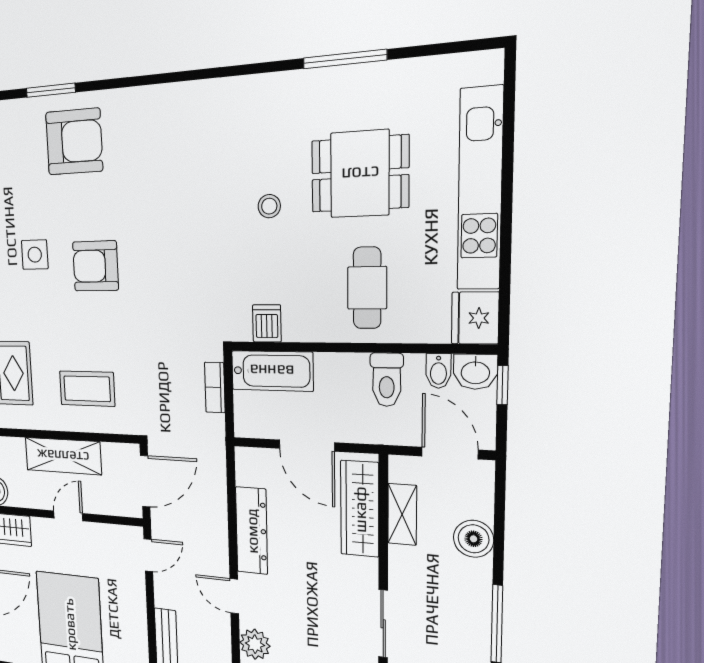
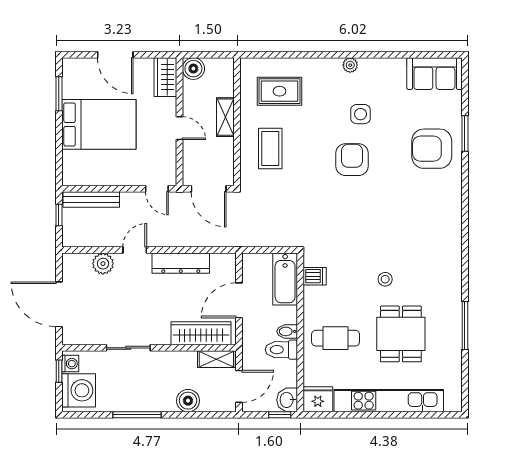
armchair: (74, 142) -> (432, 149), turned 90
bidet: (438, 371) -> (287, 331), moved
bookcase: (215, 387) -> (274, 241), removed
shelving: (63, 456) -> (225, 117), width x0.67, depth x0.75
shelving: (402, 514) -> (216, 359), moved

